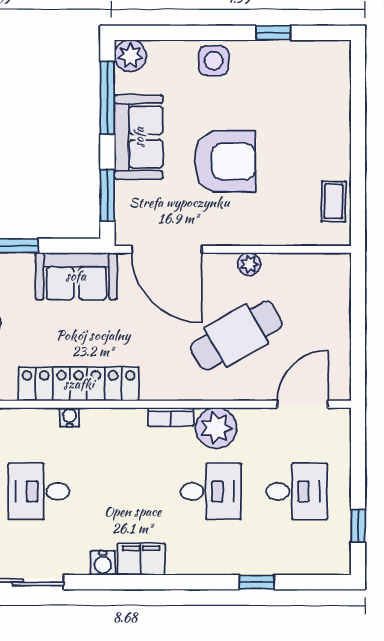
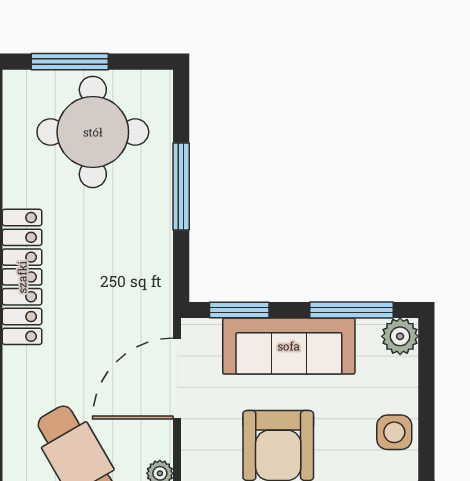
sofa: (139, 137) -> (289, 346), width x1.36
sofa: (76, 276) -> (146, 274), removed

